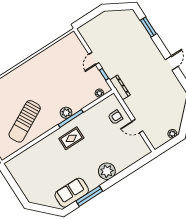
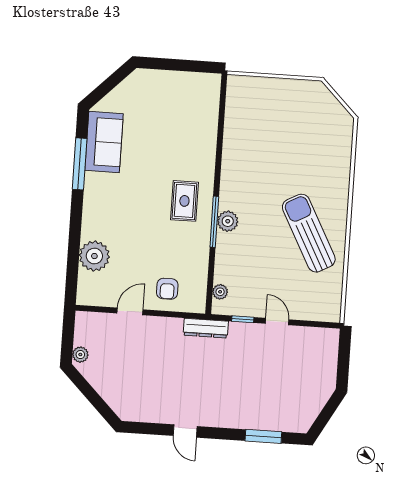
sun lounger: (25, 121) -> (309, 233), moved
plant: (107, 171) -> (94, 256), moved

